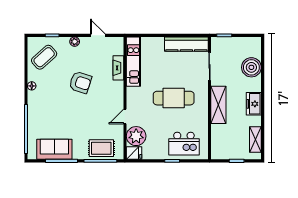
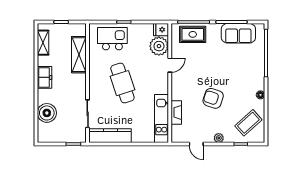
cafe table: (174, 98) -> (122, 83), turned 72
shelving: (218, 105) -> (79, 55), moved

